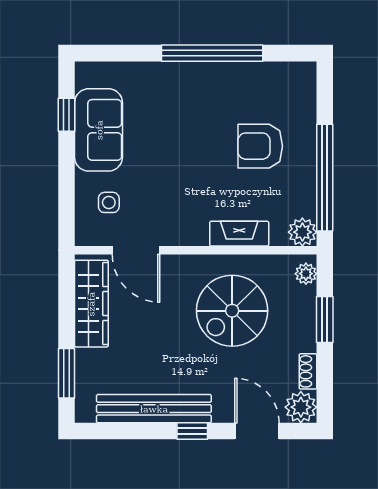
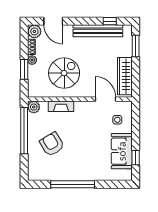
armchair: (260, 146) -> (52, 144), turned -121
plant: (306, 274) -> (32, 60), moved
window: (192, 431) -> (110, 21), moved

